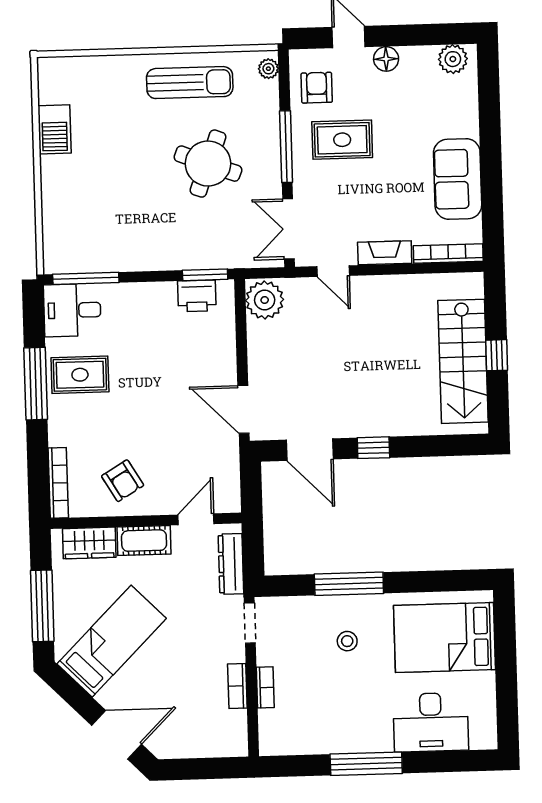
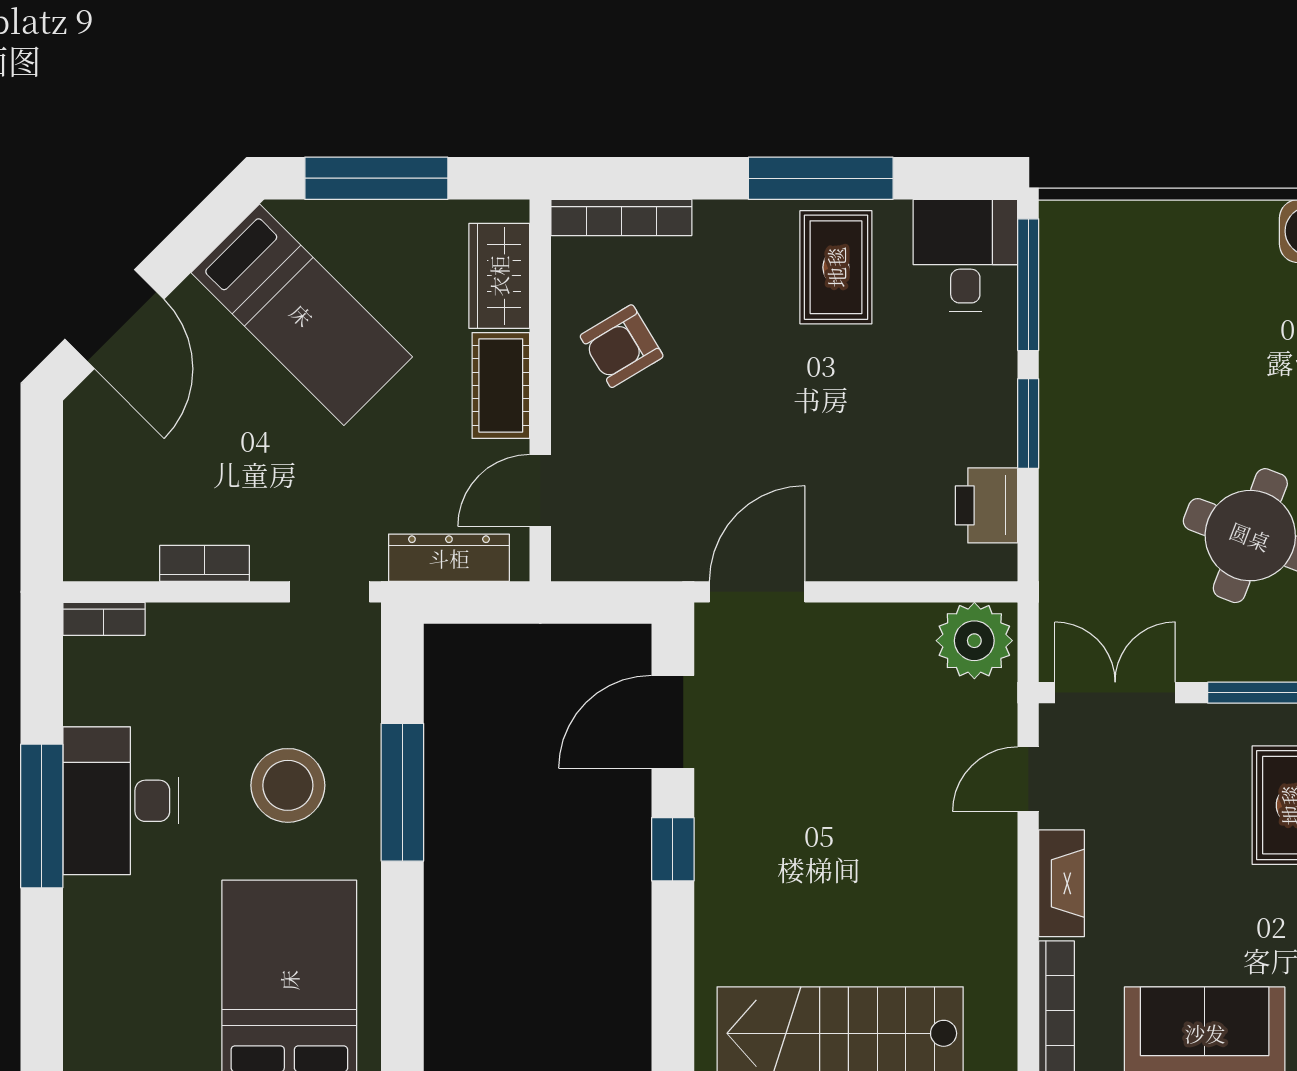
window: (205, 275) -> (1028, 424), moved
door: (196, 519) -> (540, 490), swing flipped
stool: (347, 641) -> (288, 785), width x1.89, depth x1.89
bookcase: (265, 687) -> (104, 619), moved
desk: (431, 722) -> (121, 801), moved

